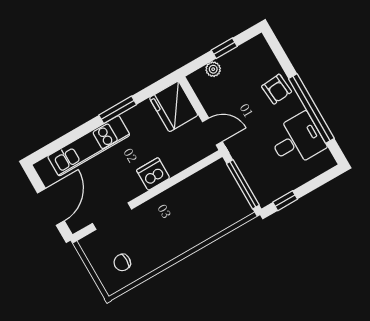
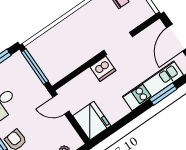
window: (118, 110) -> (163, 94), moved
doorway: (112, 216) -> (118, 44), moved

